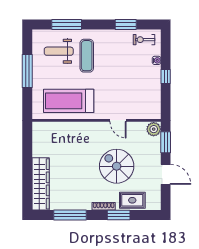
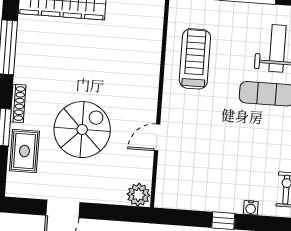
treadmill: (69, 101) -> (195, 59), width x0.73, depth x0.73
window: (166, 142) -> (115, 213), removed

